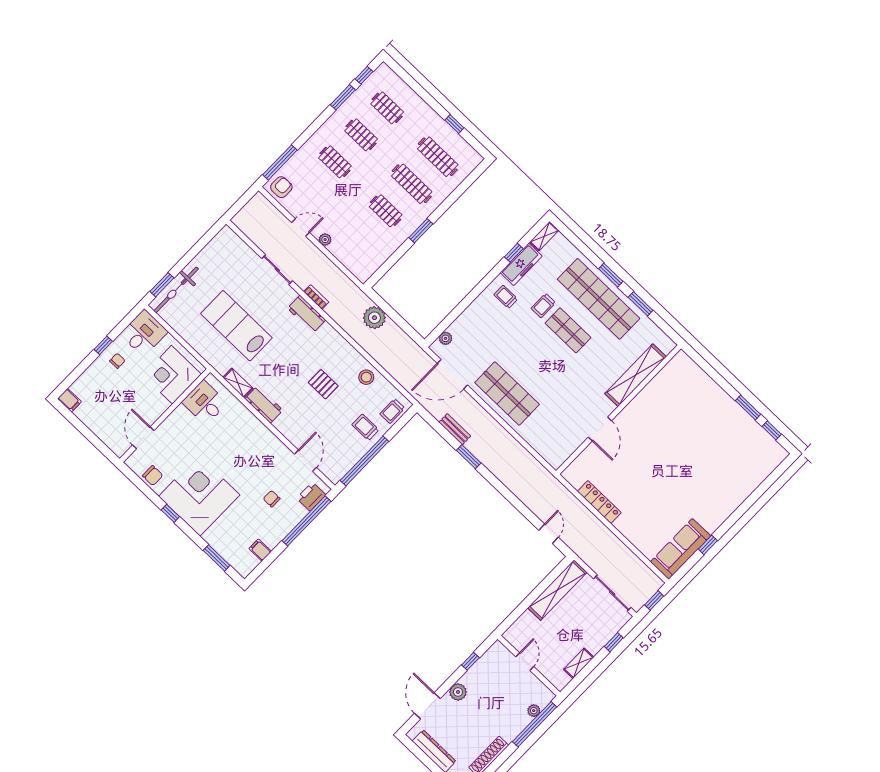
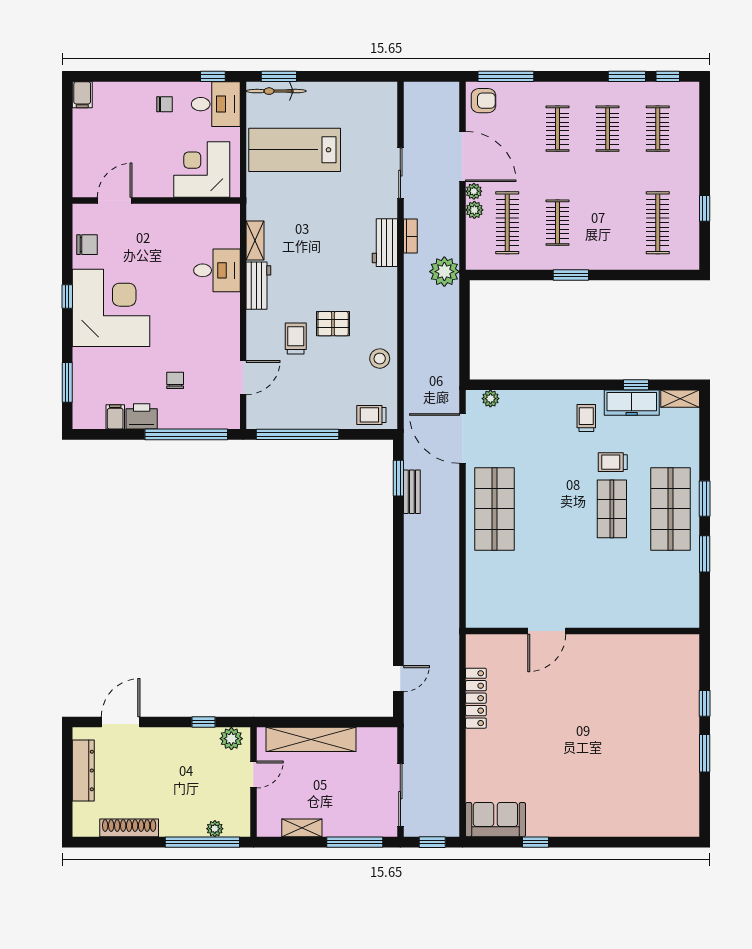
clothes rail: (412, 184) -> (507, 223), moved
door: (300, 227) -> (462, 156), width x1.87
plant: (335, 249) -> (474, 210), added
bicycle: (176, 290) -> (276, 91), width x0.73, depth x0.71
shop shelf: (599, 299) -> (670, 509), width x0.71
plant: (374, 318) -> (444, 272), moved
lab bench: (236, 326) -> (295, 150), moved, turned -90
window: (103, 345) -> (213, 76), moved
shelving: (635, 375) -> (631, 615), removed
pallet: (323, 384) -> (333, 324), turned 90
desk: (205, 403) -> (217, 270), moved, turned 90
trolley: (365, 427) -> (296, 338), moved
window: (772, 430) -> (705, 703), moved
window: (469, 457) -> (398, 478), moved
chair: (153, 476) -> (87, 245), turned -90
printer: (311, 497) -> (142, 416), moved
sofa: (681, 549) -> (495, 820), width x0.73
shelving: (557, 590) -> (311, 739), moved
window: (614, 642) -> (355, 842), width x2.17
plant: (458, 692) -> (231, 739), moved

